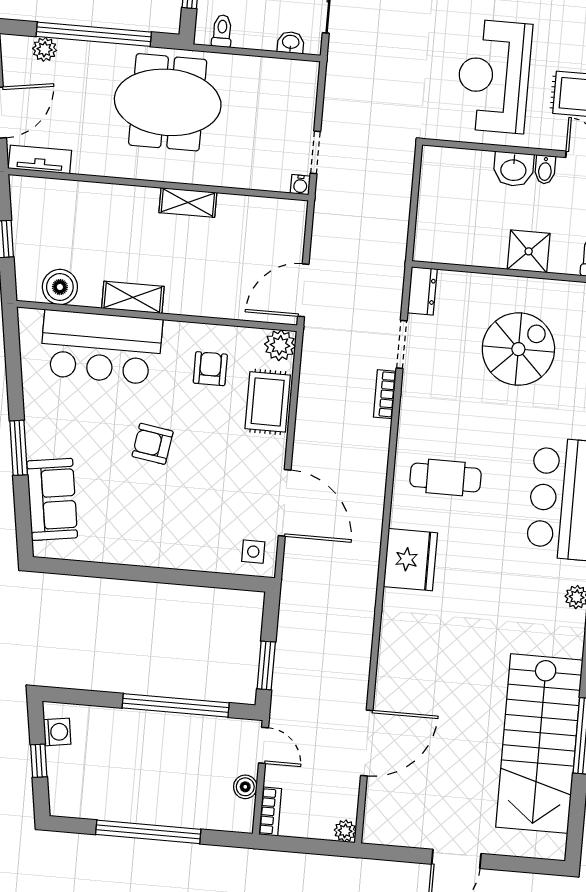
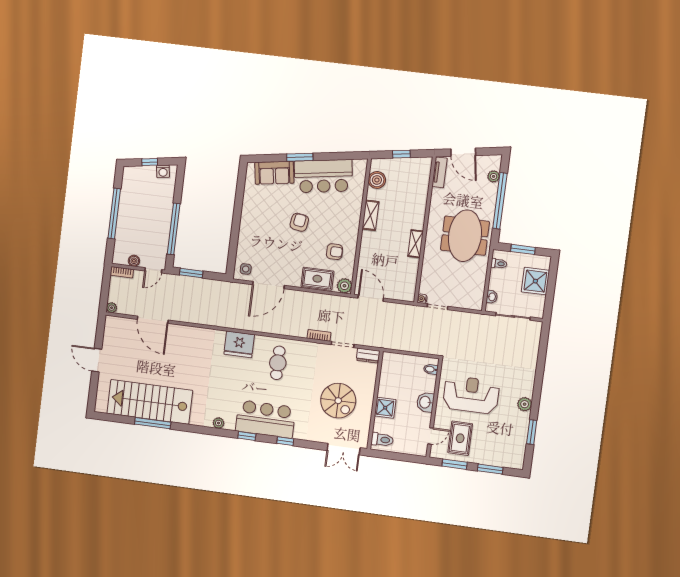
bidet: (545, 170) -> (431, 369), moved
bar counter: (101, 347) -> (323, 176), moved, turned -99

